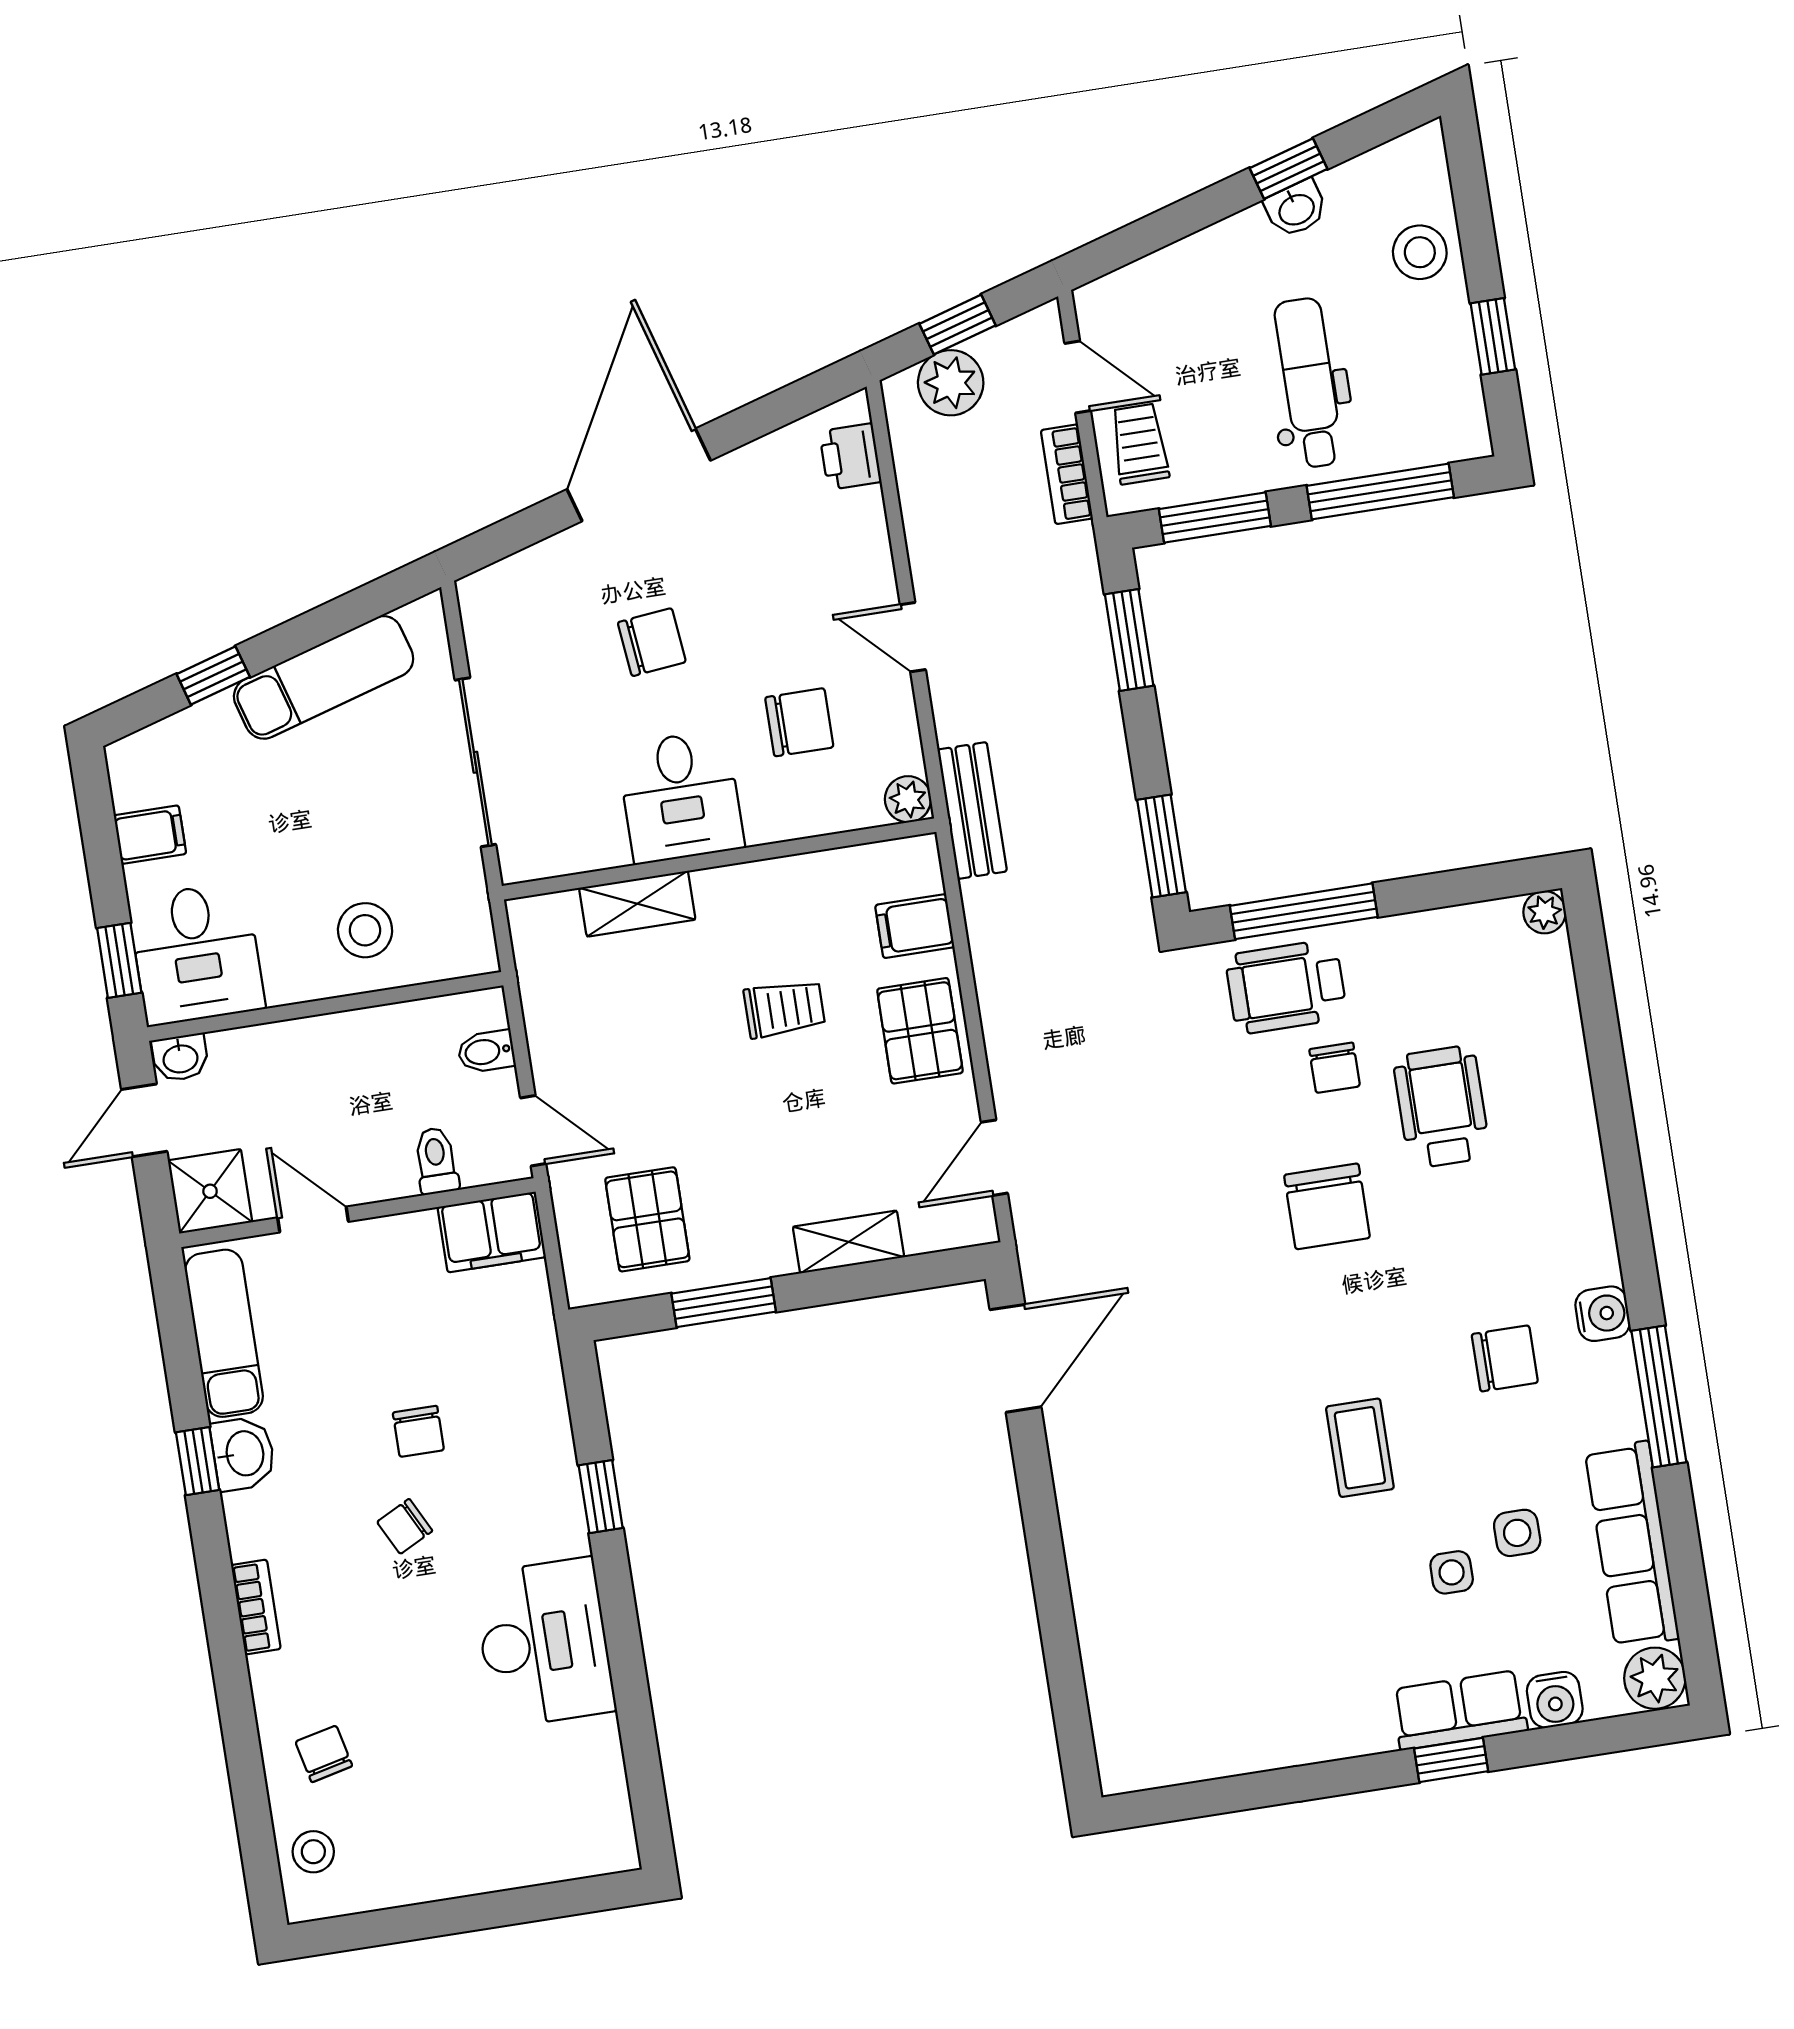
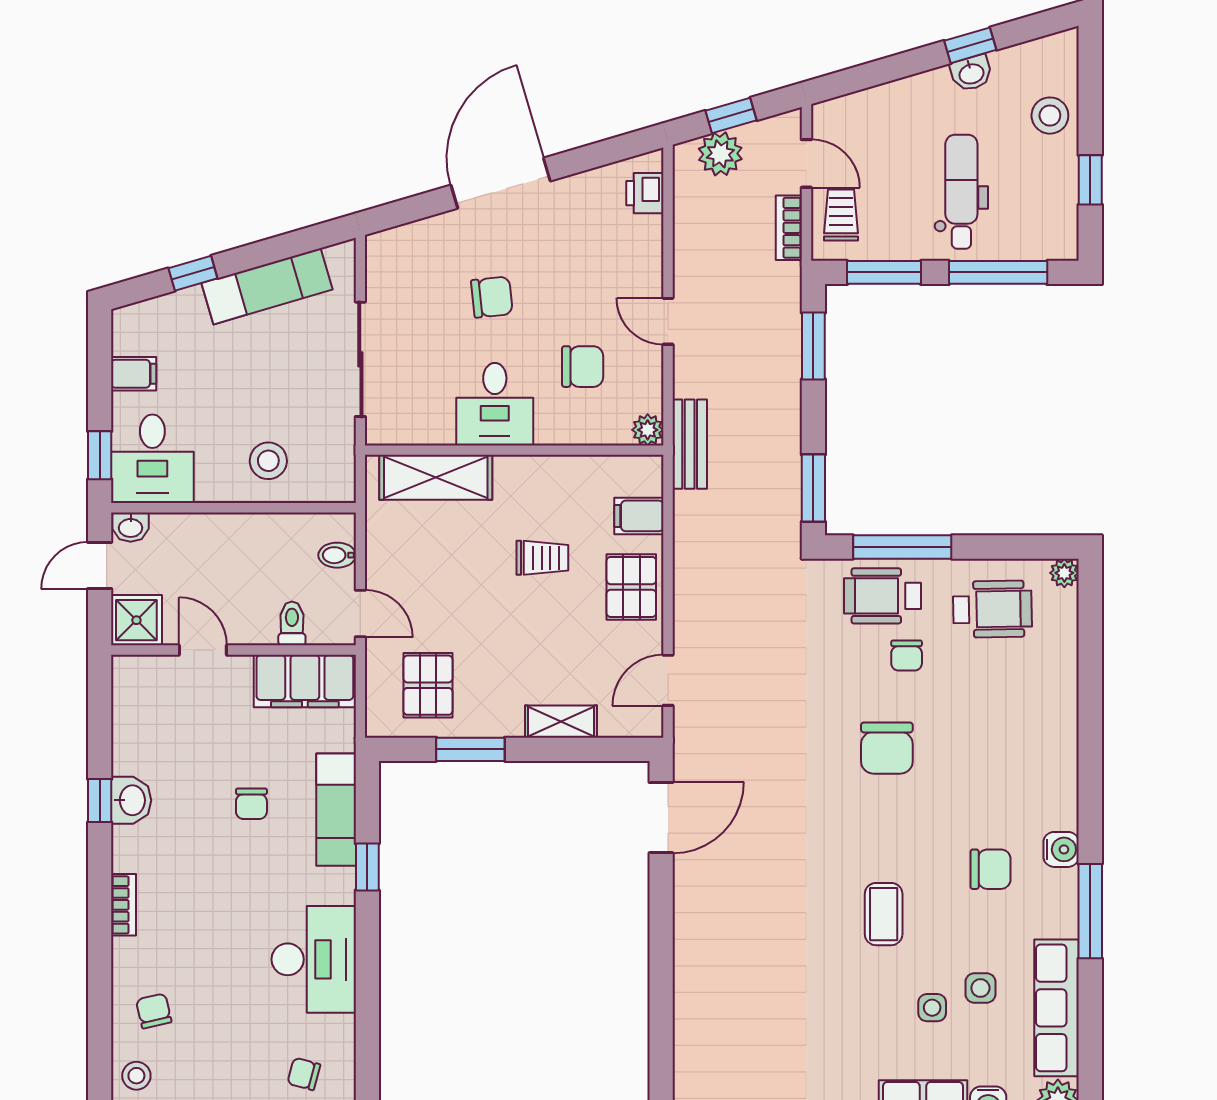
shelving: (637, 904) -> (436, 477), width x1.50, depth x1.33
wheelchair: (1442, 1107) -> (992, 609), moved, turned 89
filing cabinet: (492, 1232) -> (305, 681), width x1.50, depth x1.17
exam couch: (224, 1333) -> (336, 810), moved, turned 180
chair: (405, 1526) -> (304, 1074), moved, turned 42

